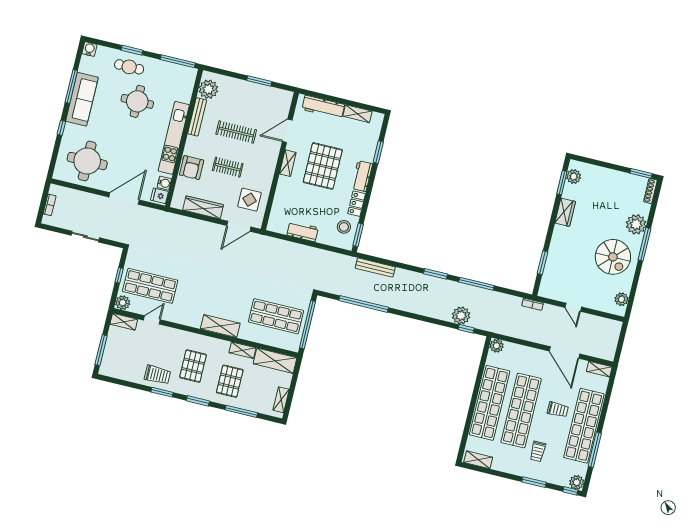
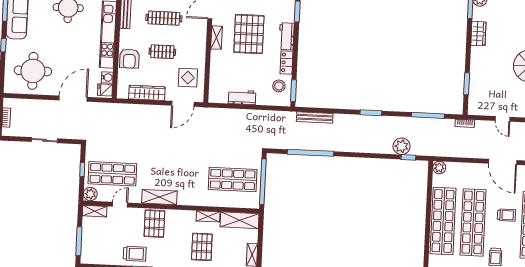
window: (476, 284) -> (428, 115), moved
shelving: (220, 326) -> (159, 197), moved
pallet: (193, 366) -> (154, 224), moved

